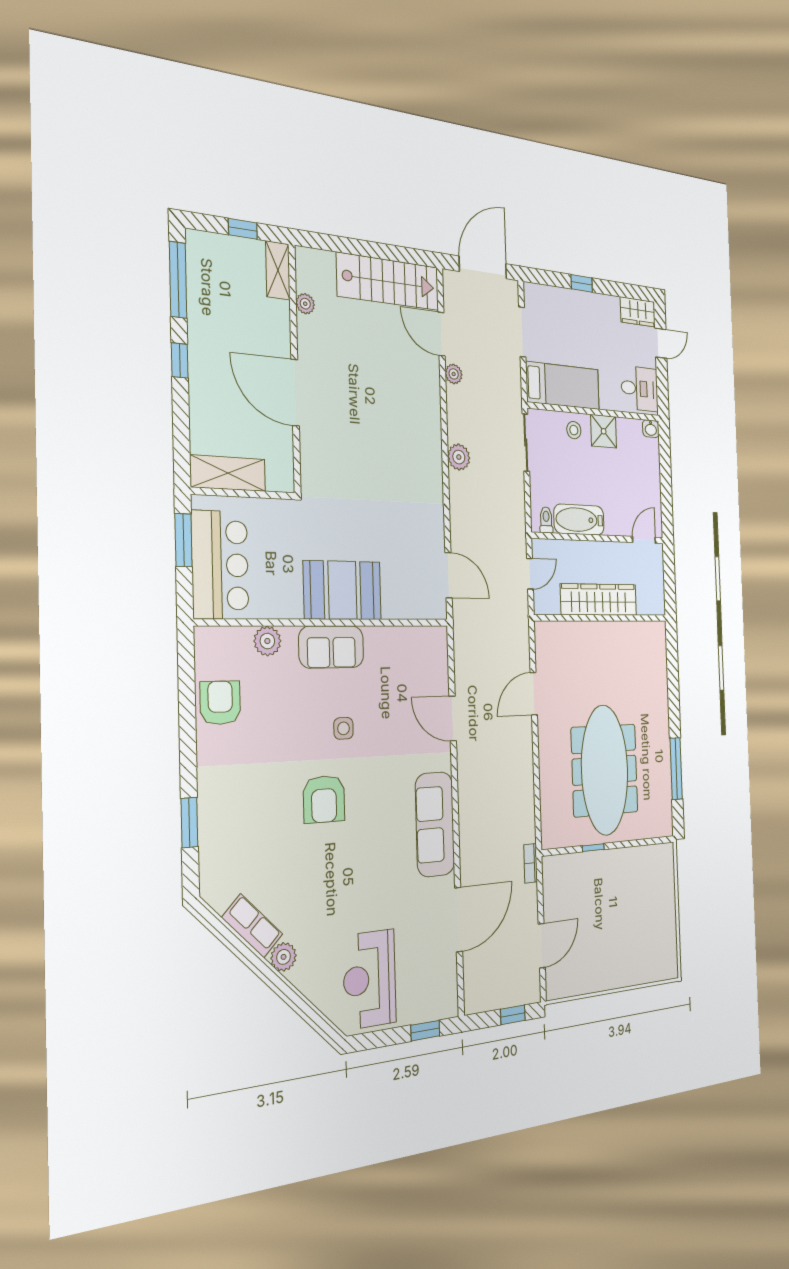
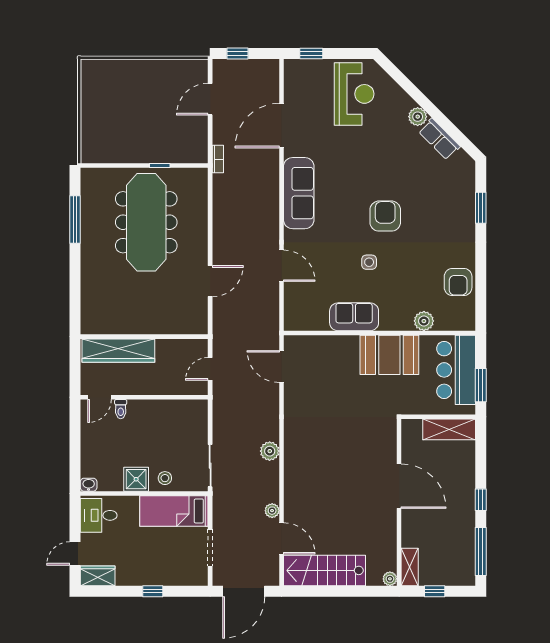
plant: (305, 304) -> (390, 579), moved
toilet: (546, 520) -> (121, 409), moved
bathtub: (579, 520) -> (163, 410), removed
booth: (342, 590) -> (389, 355), moved
wardrobe: (599, 600) -> (118, 351), moved
sofa: (331, 647) -> (354, 317), moved

